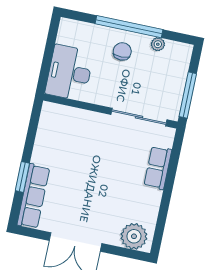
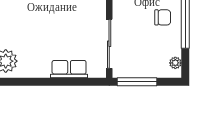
plant: (158, 44) -> (175, 63), moved

